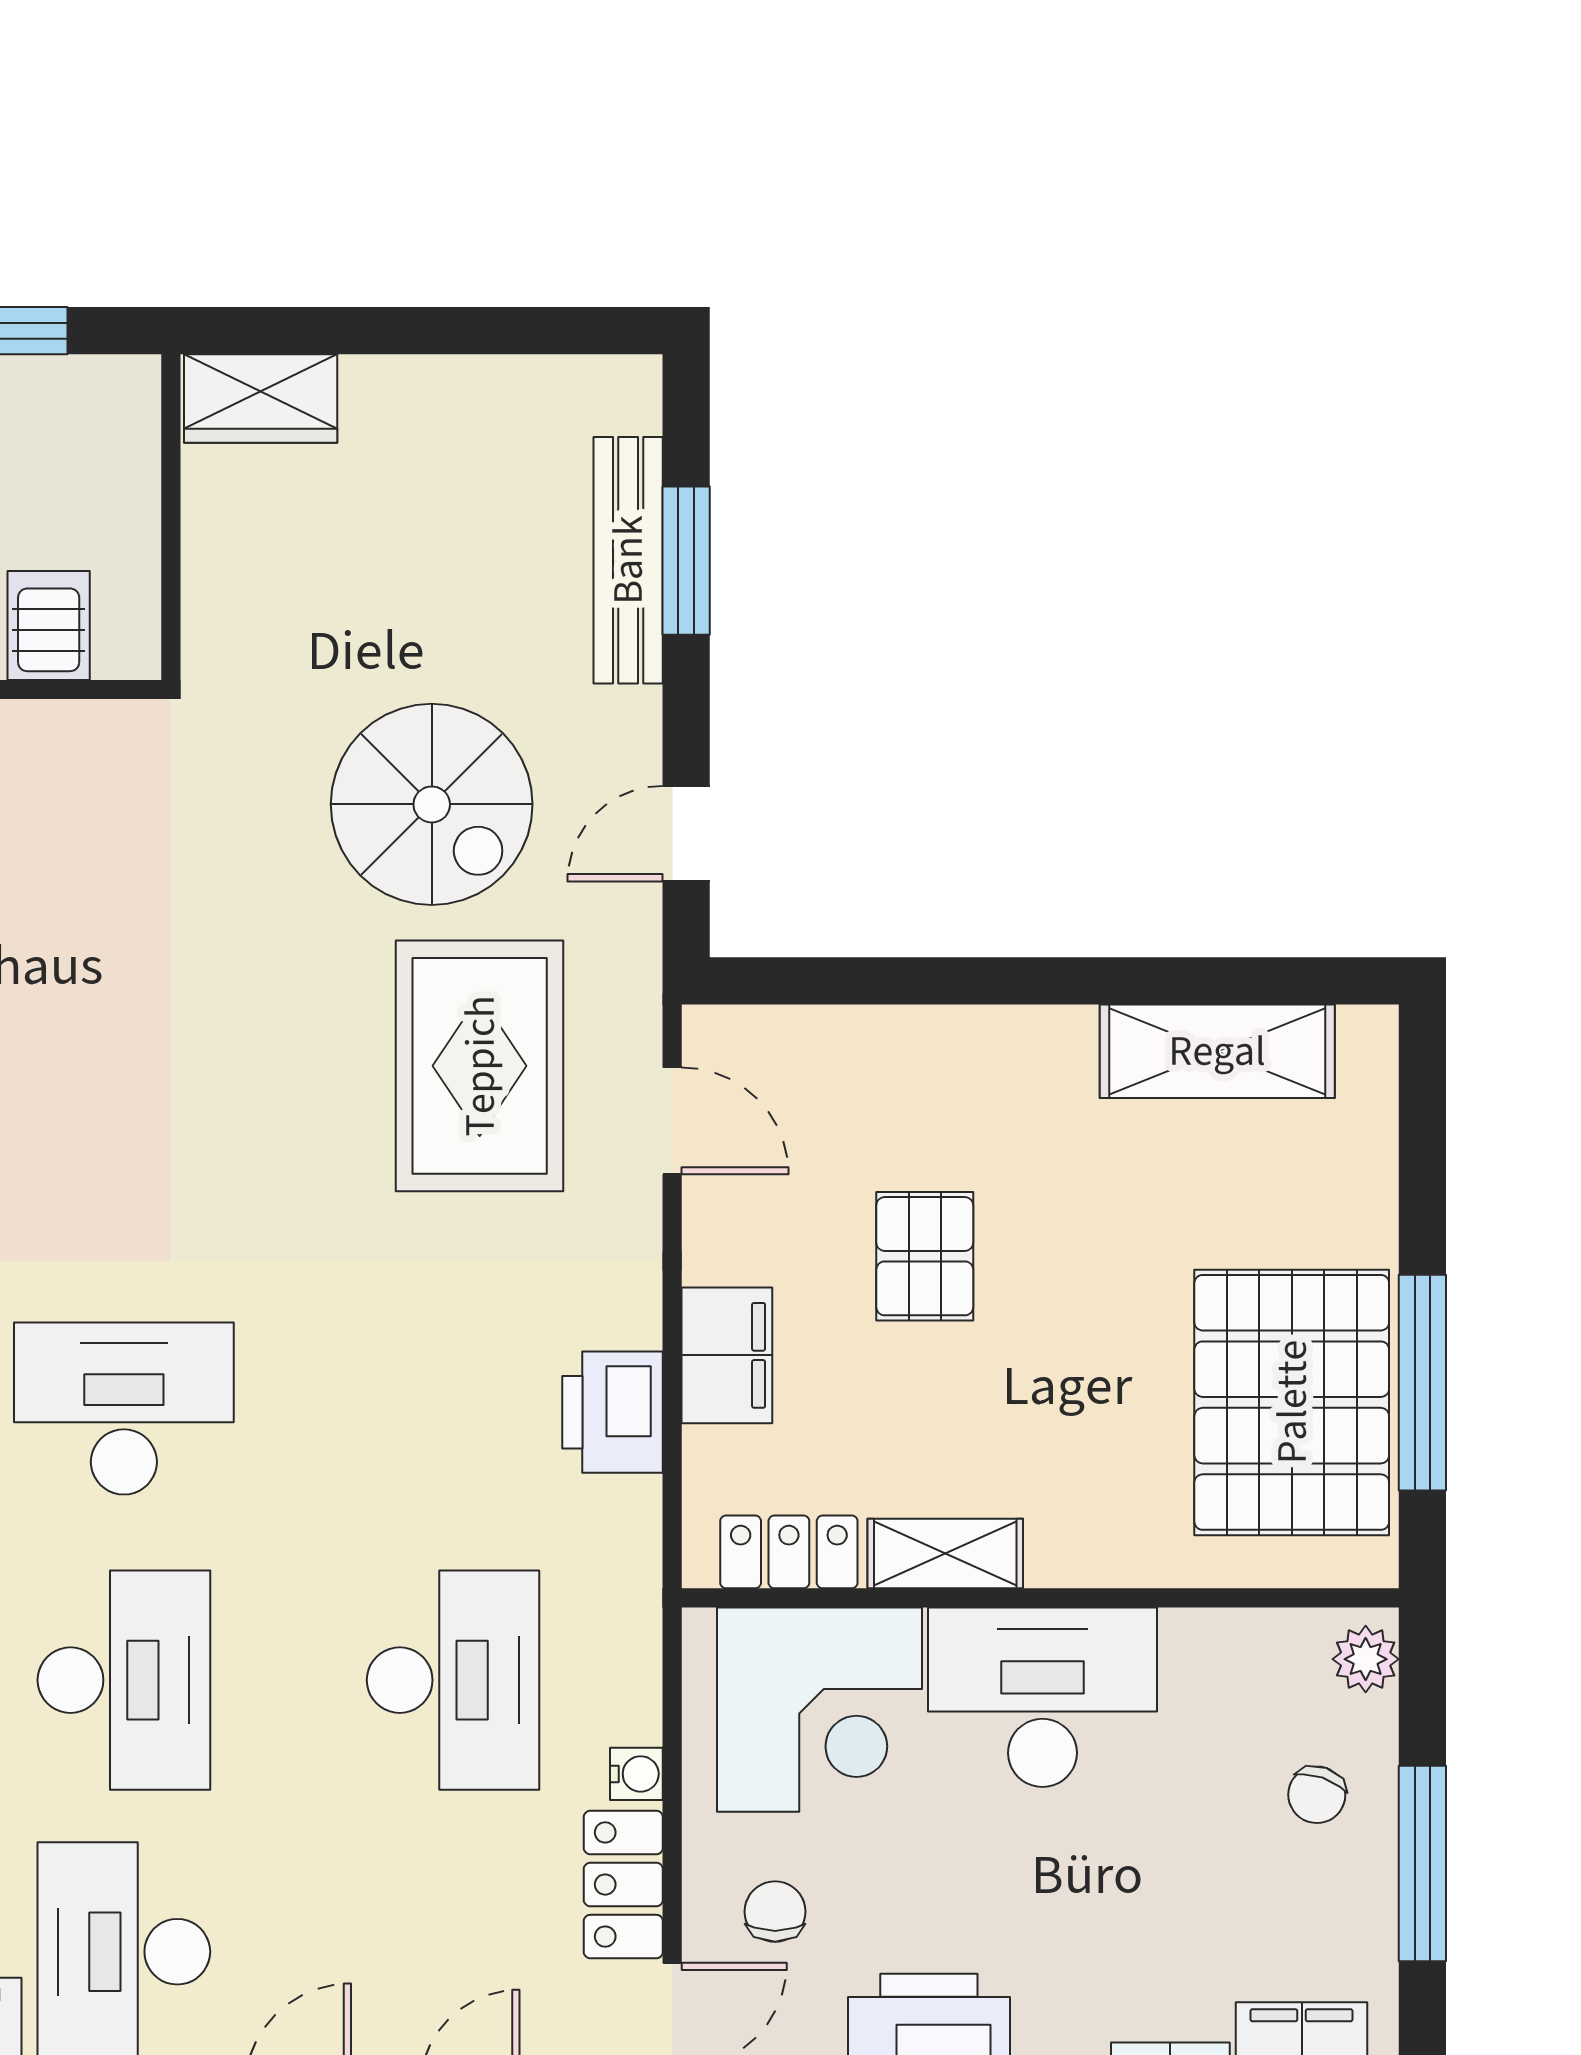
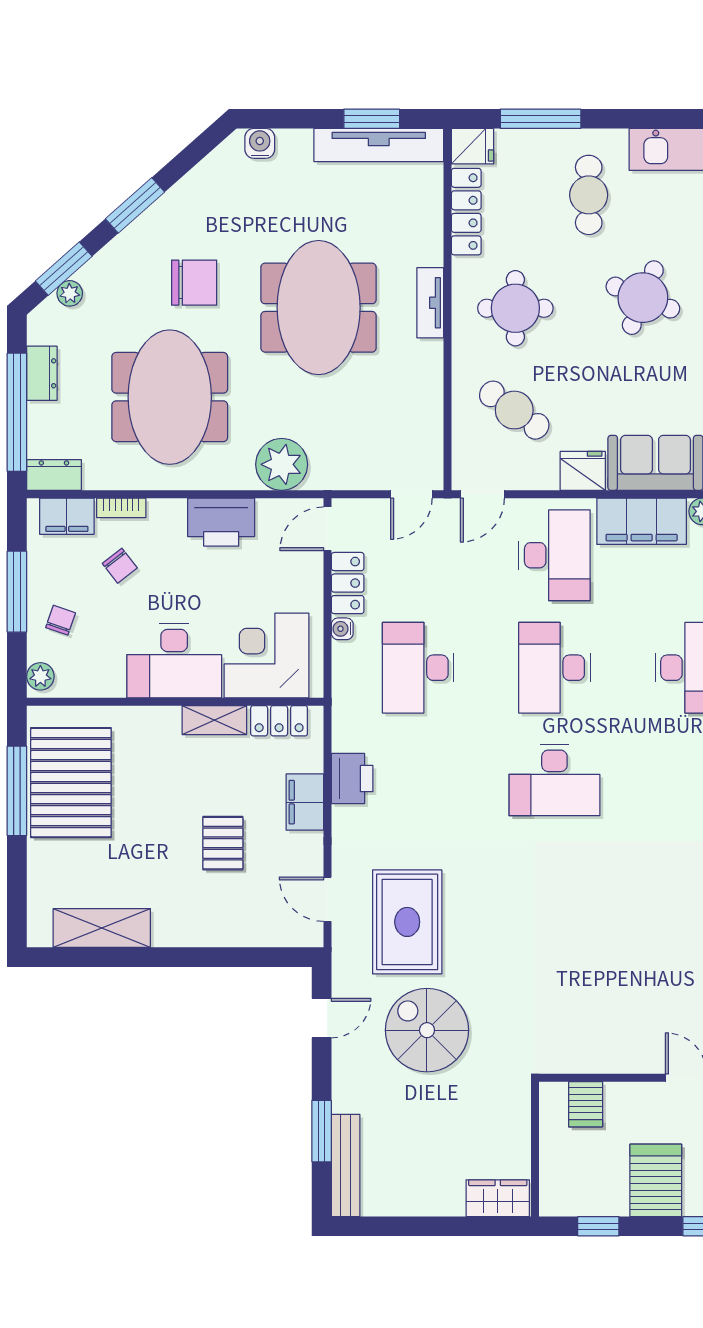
bench: (628, 560) -> (346, 1165), moved
chair: (775, 1912) -> (120, 566), moved, turned -38

